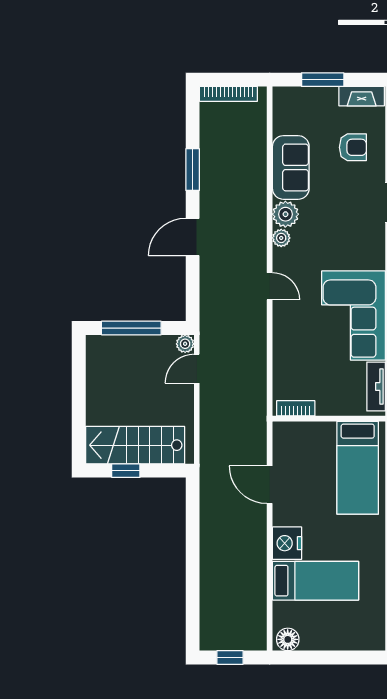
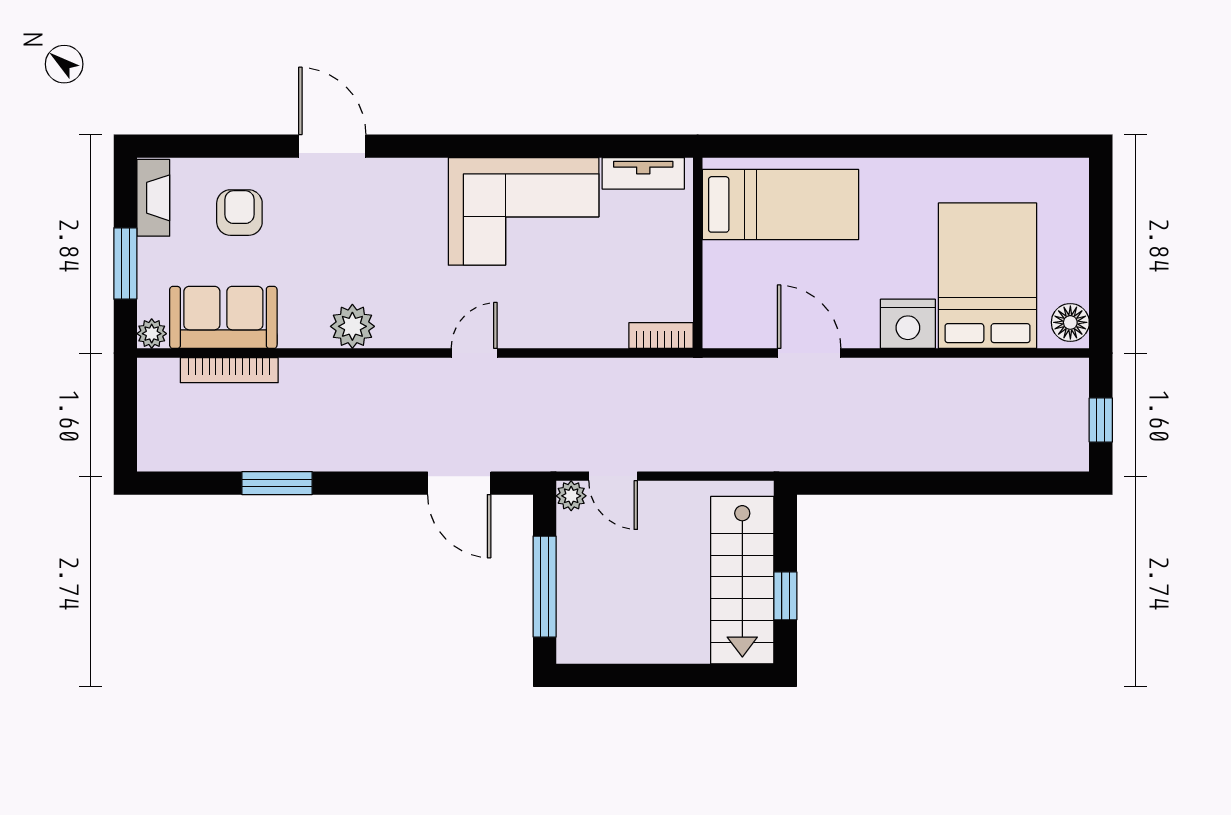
bookcase: (228, 94) -> (229, 370), moved, turned 90
sofa: (291, 167) -> (223, 317), moved
door: (193, 237) -> (459, 483), moved
plant: (281, 238) -> (152, 334), moved
bookcase: (296, 408) -> (661, 336), moved, turned 90
door: (270, 485) -> (809, 353), swing flipped
bed: (315, 581) -> (987, 276), width x1.50

